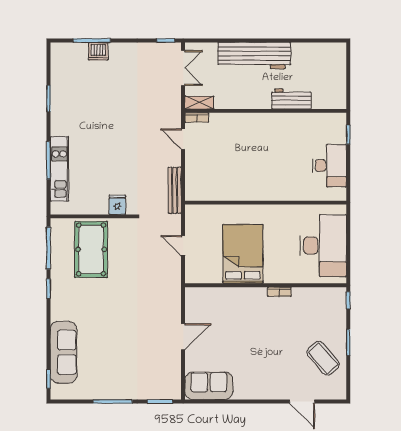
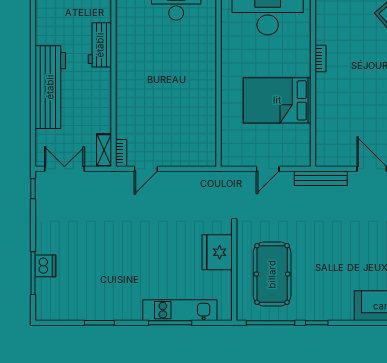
bench: (175, 190) -> (321, 178), moved
fridge: (117, 205) -> (217, 252), width x1.88, depth x1.34
pool table: (91, 249) -> (272, 274), turned 90

